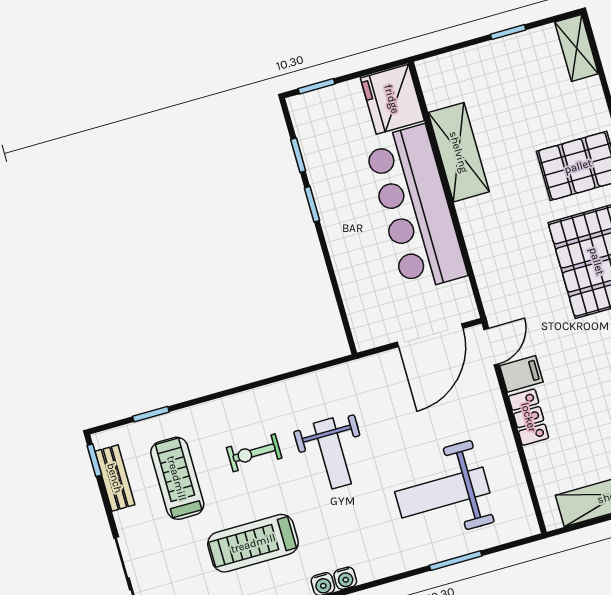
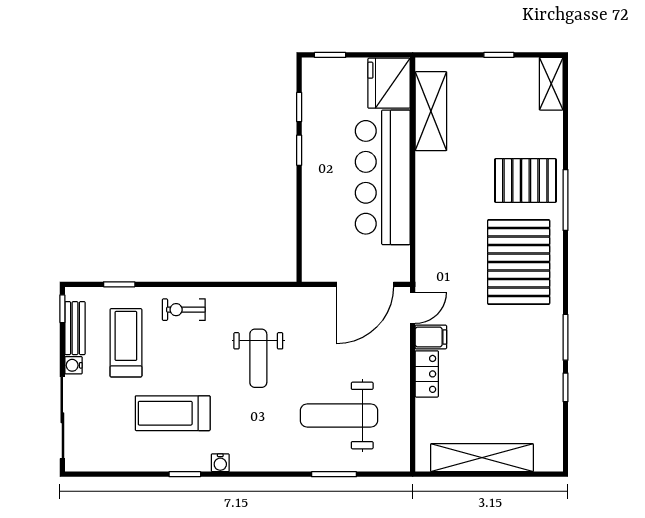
shelving: (459, 152) -> (431, 111), moved
exercise bike: (254, 453) -> (184, 310), moved
water cooler: (345, 578) -> (74, 365), moved, turned 90

